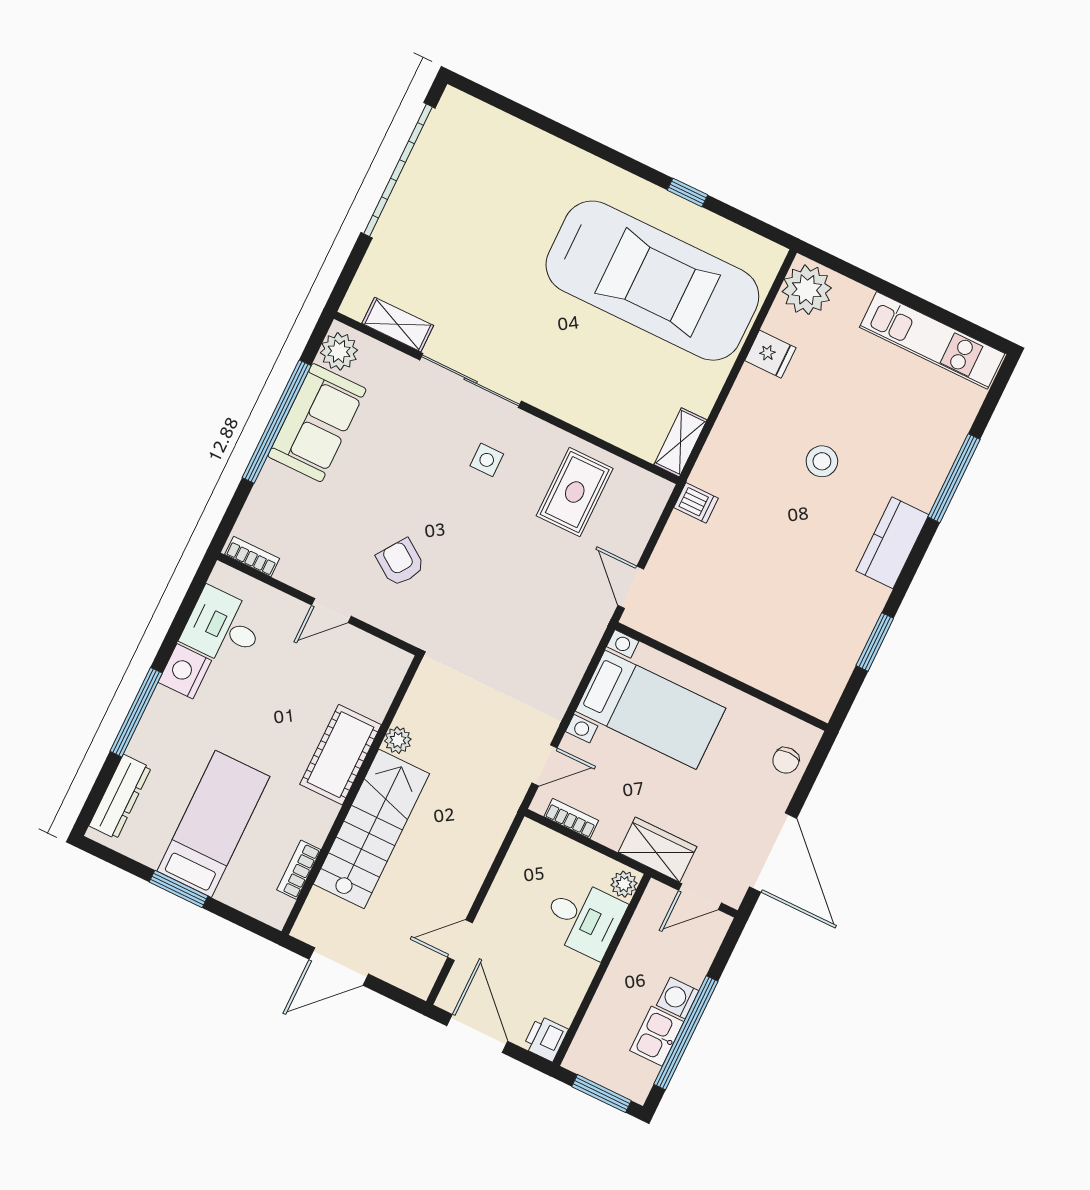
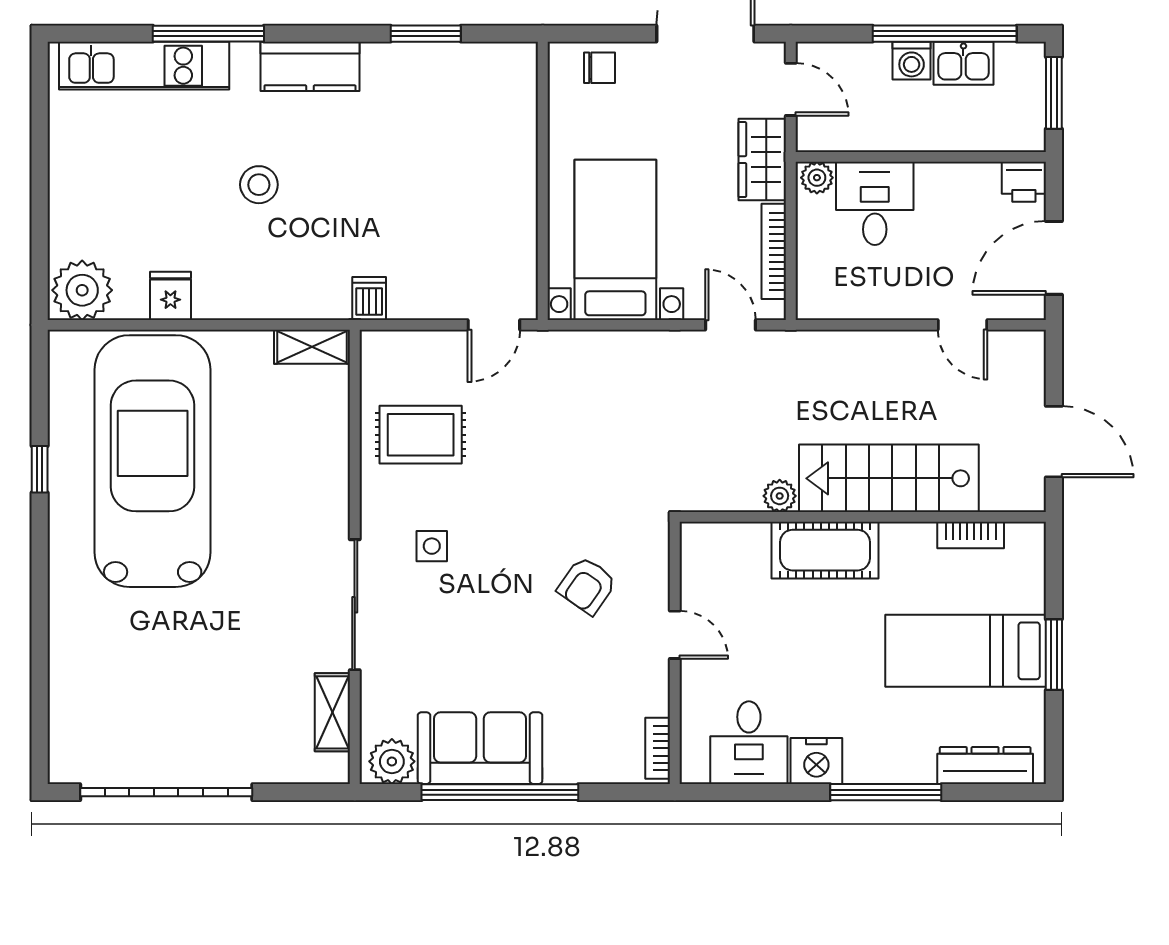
kitchen unit: (932, 340) -> (144, 66), moved, turned 90
bookcase: (571, 818) -> (774, 251), width x1.56

